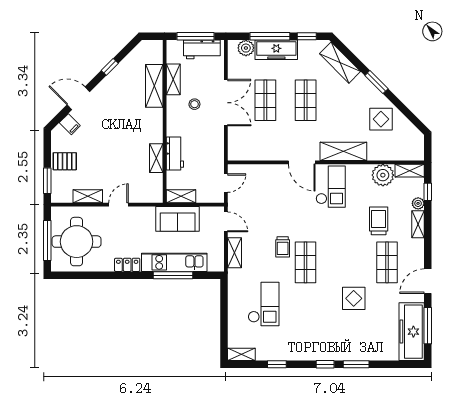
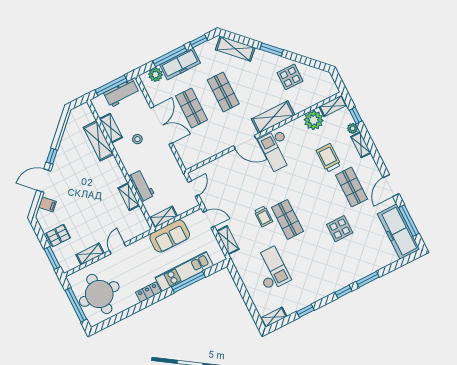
window: (110, 67) -> (52, 156), moved
checkout: (331, 187) -> (277, 150), turned 180

